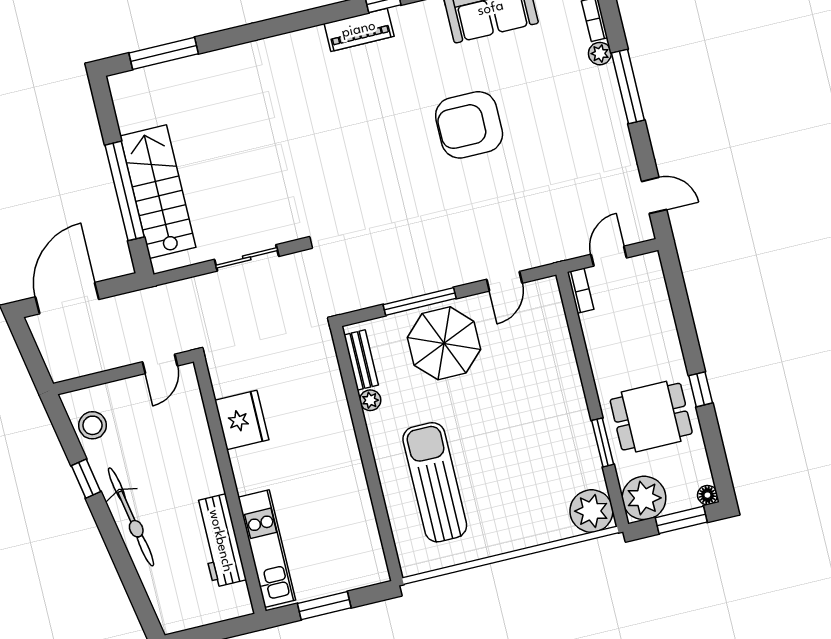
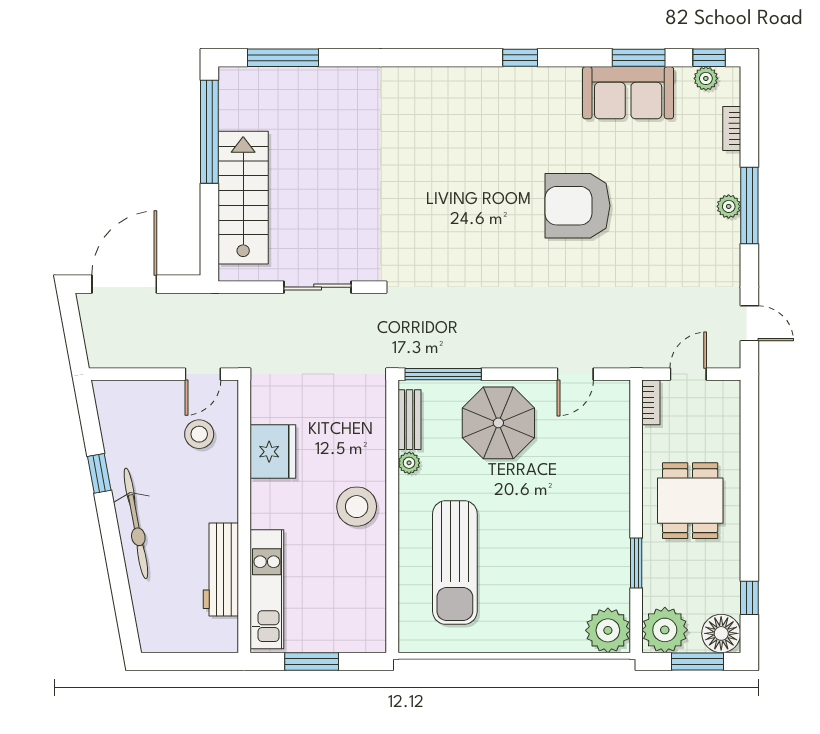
piano: (359, 30) -> (488, 82), removed
plant: (600, 54) -> (729, 206), moved
window: (125, 191) -> (209, 132), moved
window: (420, 302) -> (443, 374), moved
window: (701, 389) -> (749, 598), moved
dining table: (651, 417) -> (690, 501), moved, turned 90
stool: (92, 425) -> (199, 434), moved
stool: (331, 452) -> (357, 507), added
sun lounger: (435, 482) -> (455, 562), turned 180
floor lamp: (707, 495) -> (721, 633), width x1.89, depth x1.89

